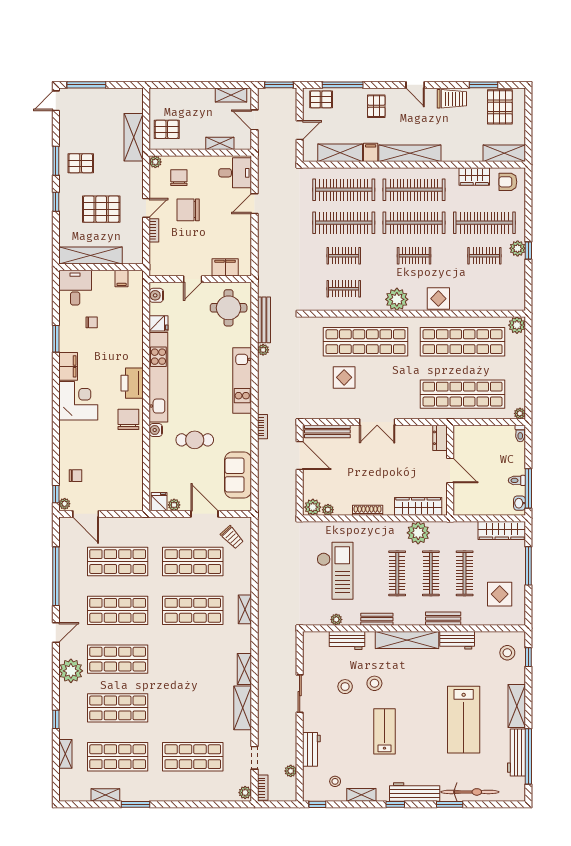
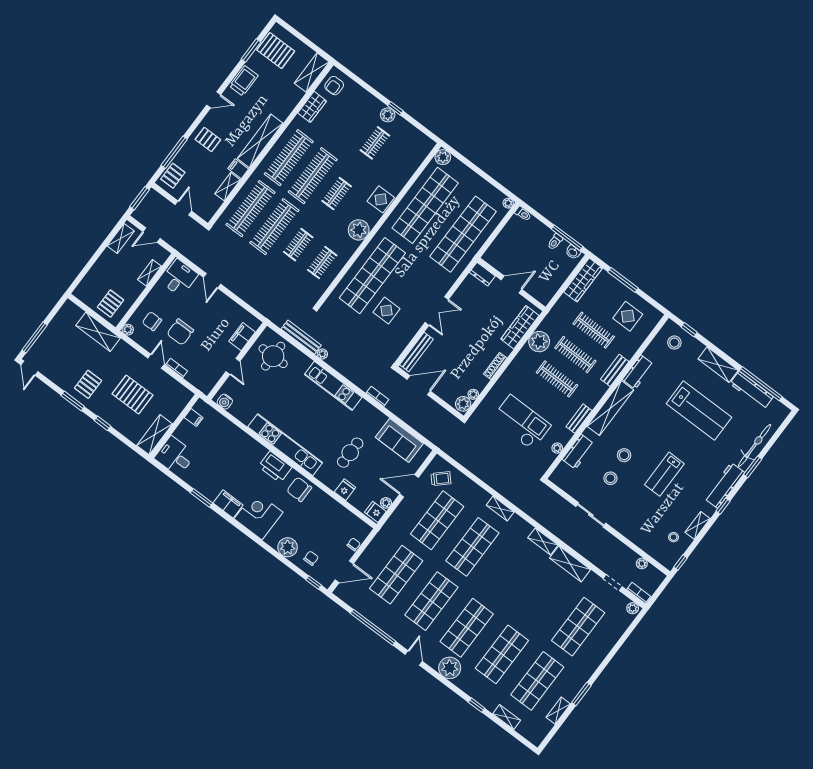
shelving: (340, 153) -> (228, 187), width x0.67, depth x0.75
pallet: (101, 209) -> (132, 394), turned 90
clothes rail: (484, 223) -> (351, 125), removed
shelving: (90, 255) -> (155, 435), width x0.68
chair: (92, 322) -> (354, 544), moved
fridge: (159, 323) -> (345, 490), moved
water cooler: (156, 430) -> (322, 475), removed
plant: (65, 504) -> (288, 547), moved, width x1.88, depth x1.88
lab bench: (384, 731) -> (664, 474), turned -90
workbench: (311, 749) -> (638, 537), removed

